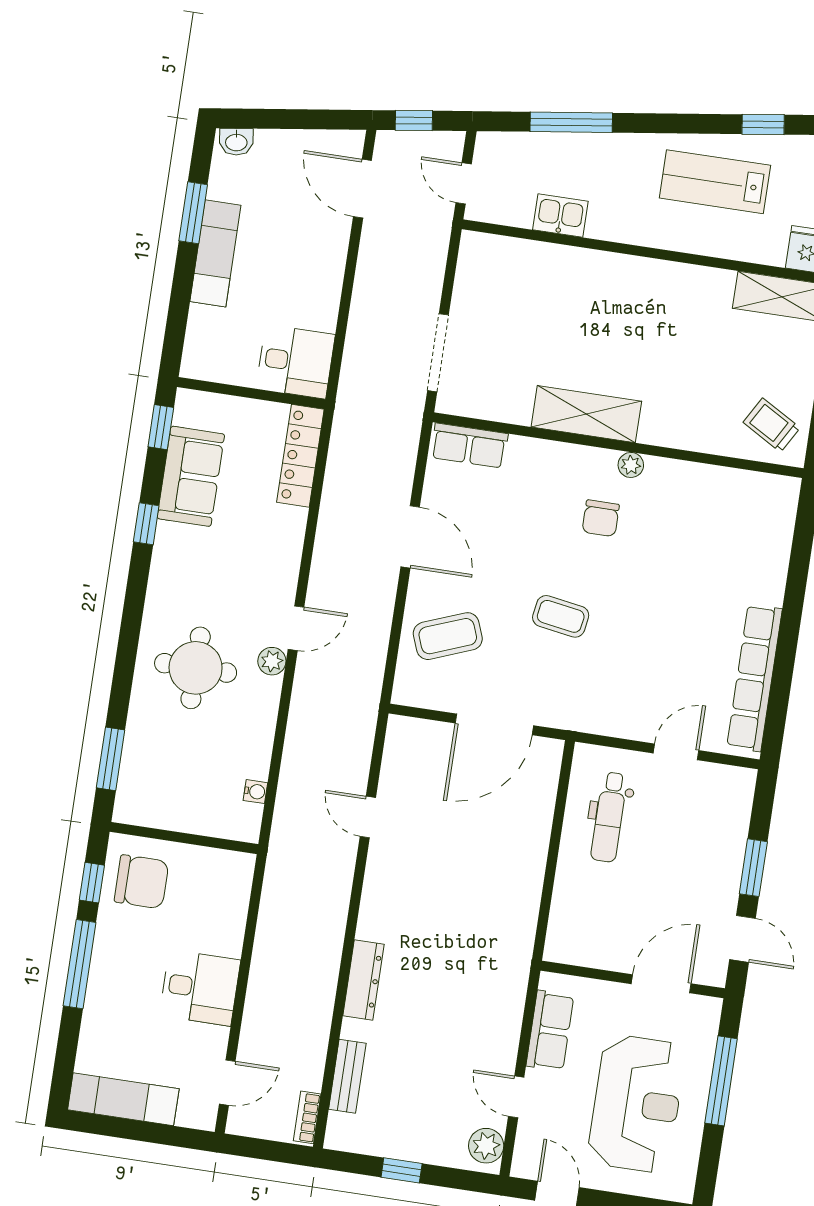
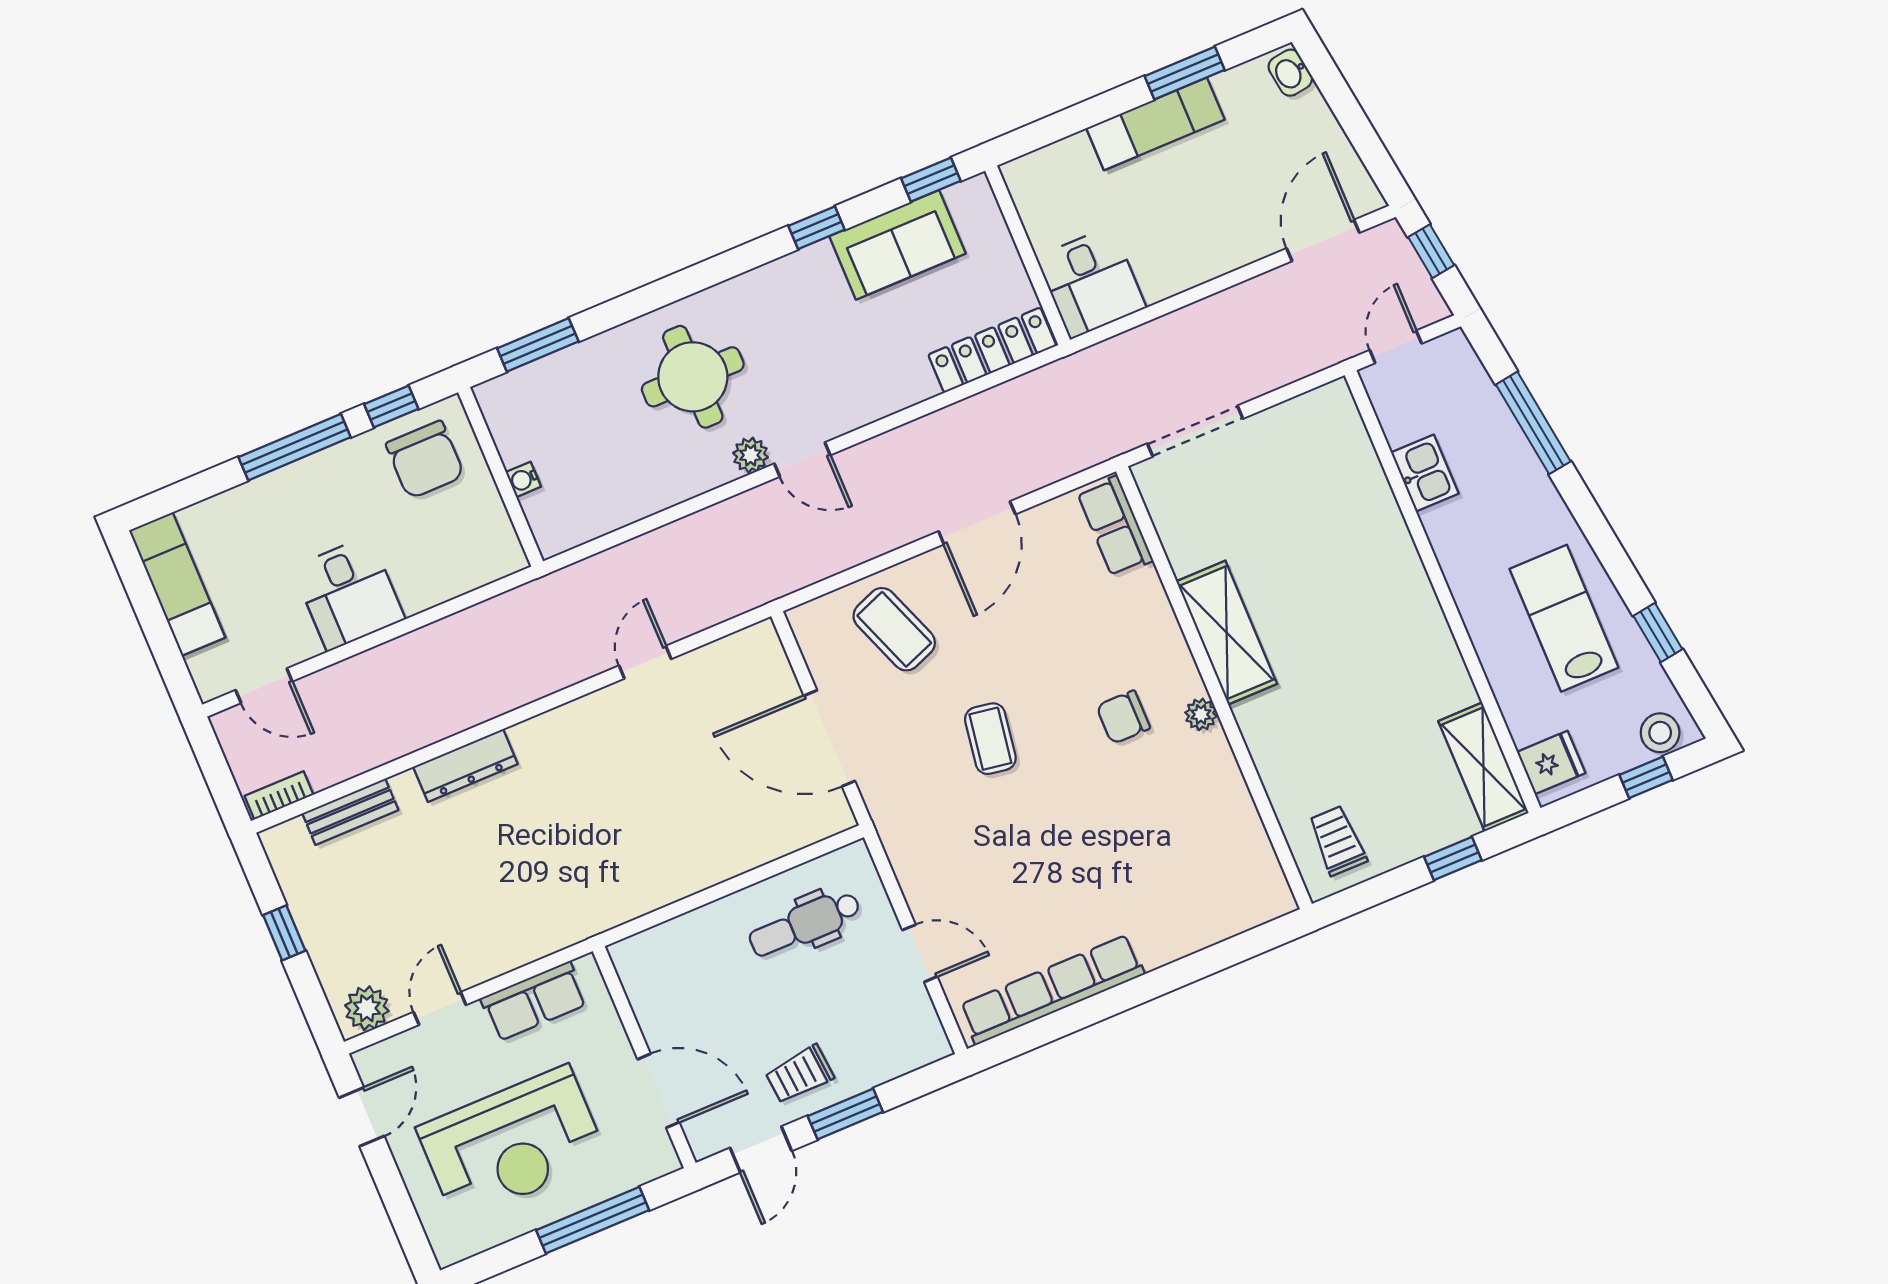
trolley: (772, 425) -> (1337, 841), turned -30
water cooler: (255, 792) -> (523, 479), moved, turned 90
trolley: (708, 882) -> (800, 1074), added

